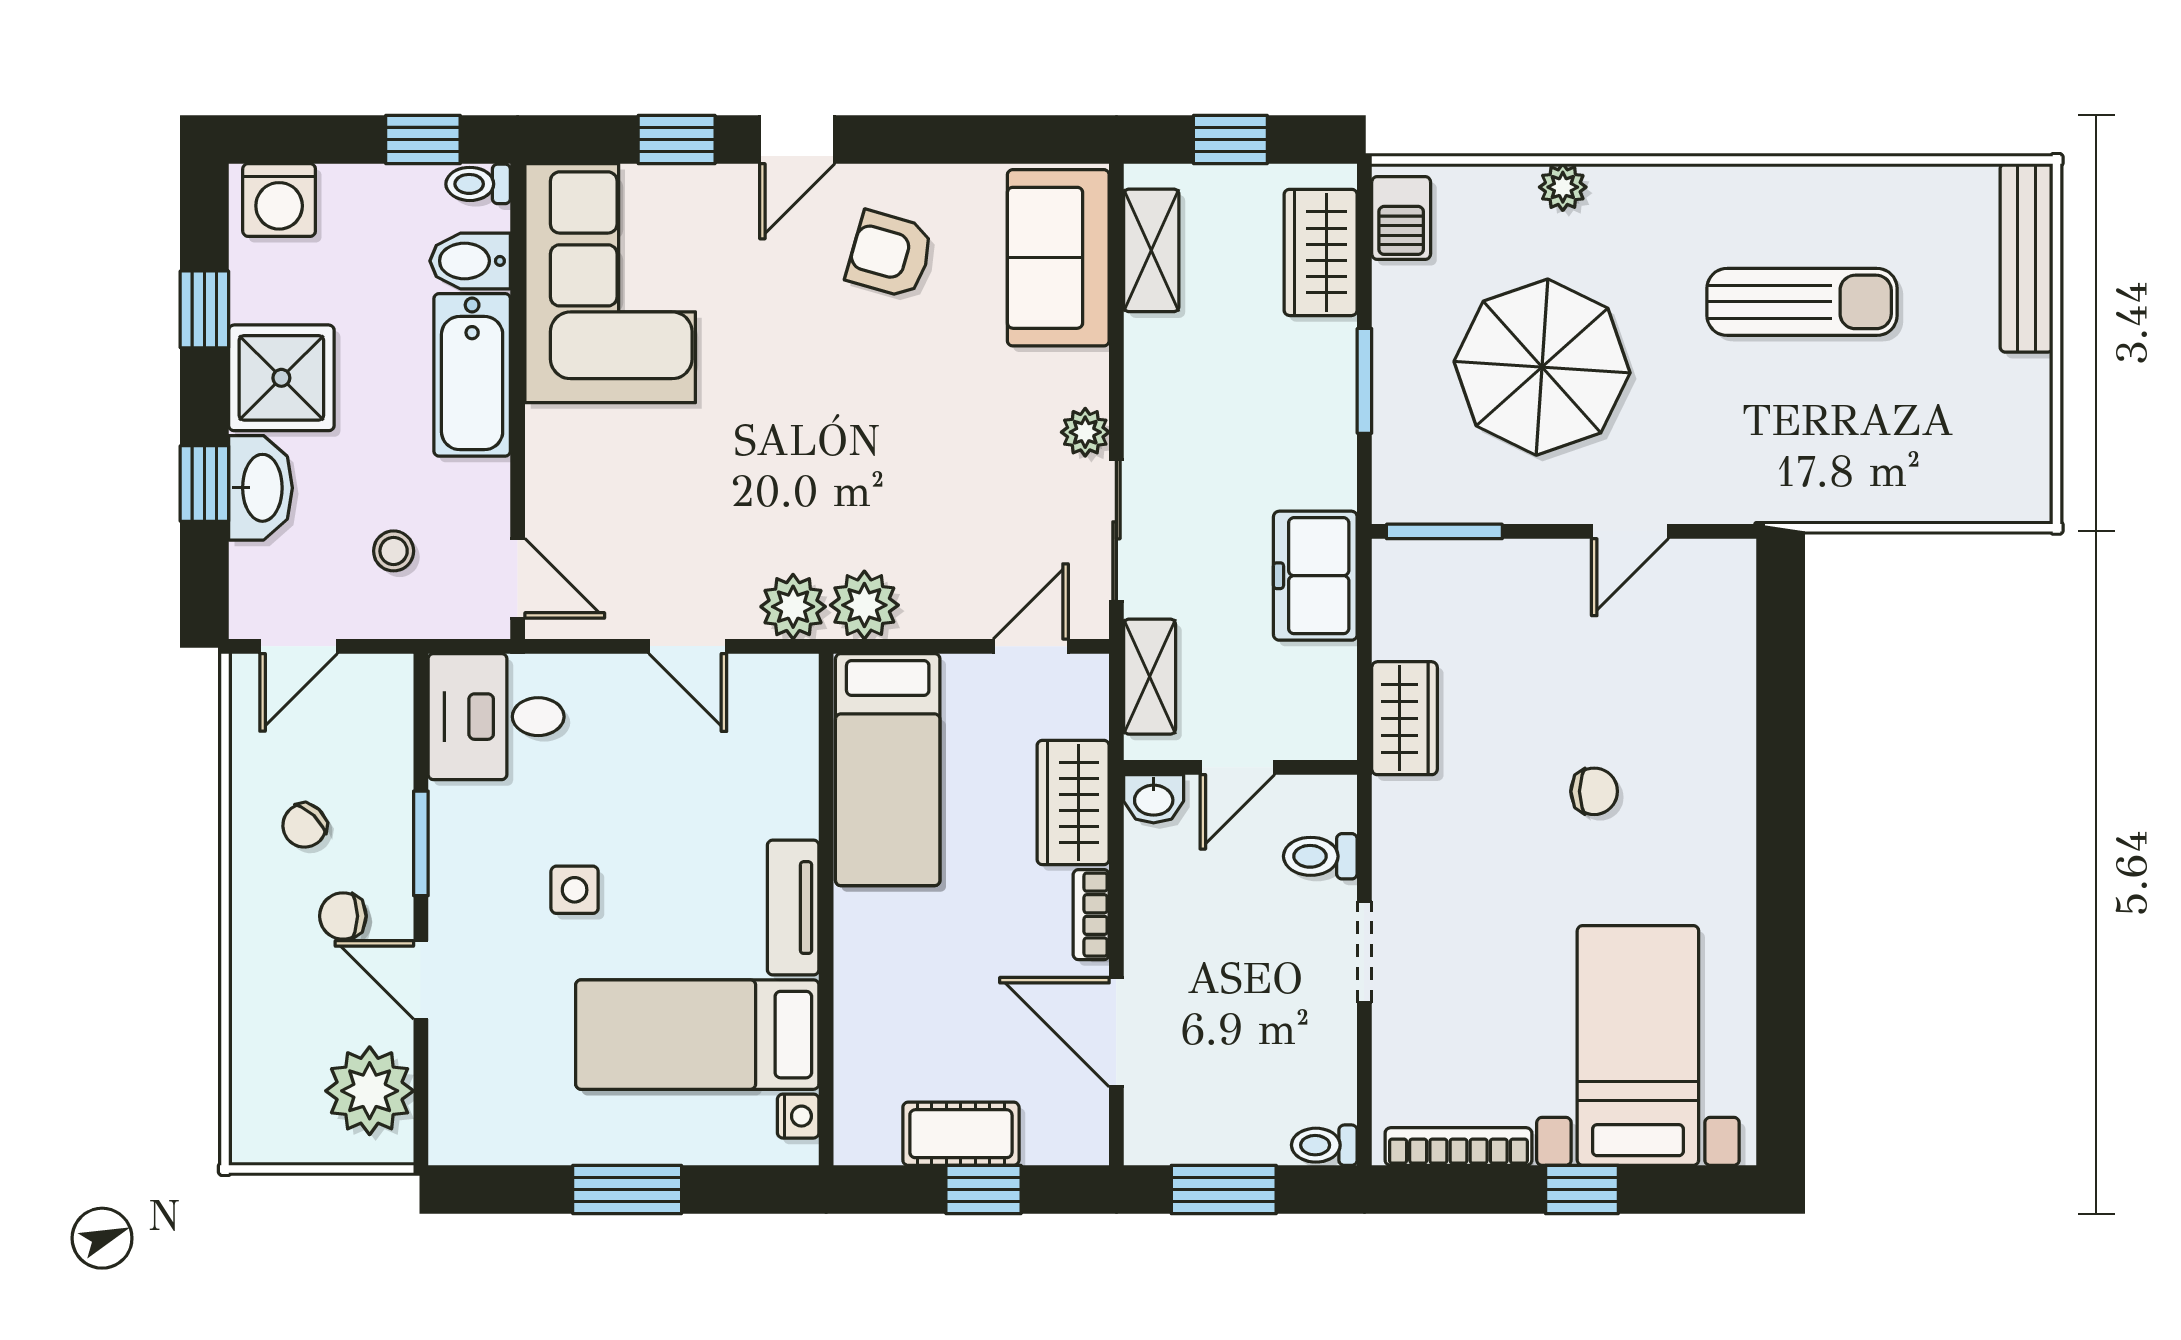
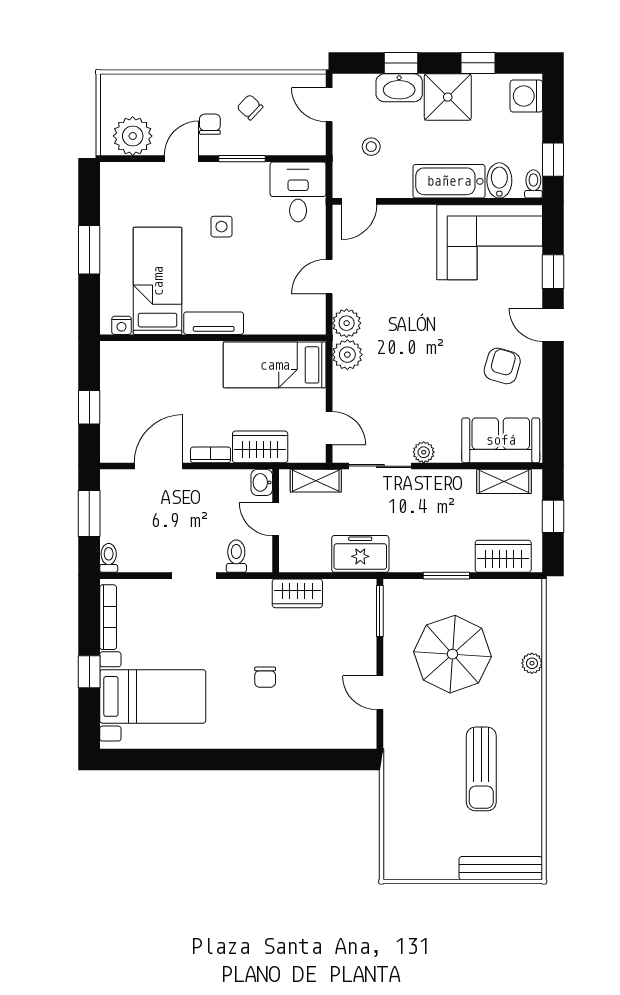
barbecue: (1401, 218) -> (518, 592), removed
cot: (961, 1134) -> (114, 397), removed

